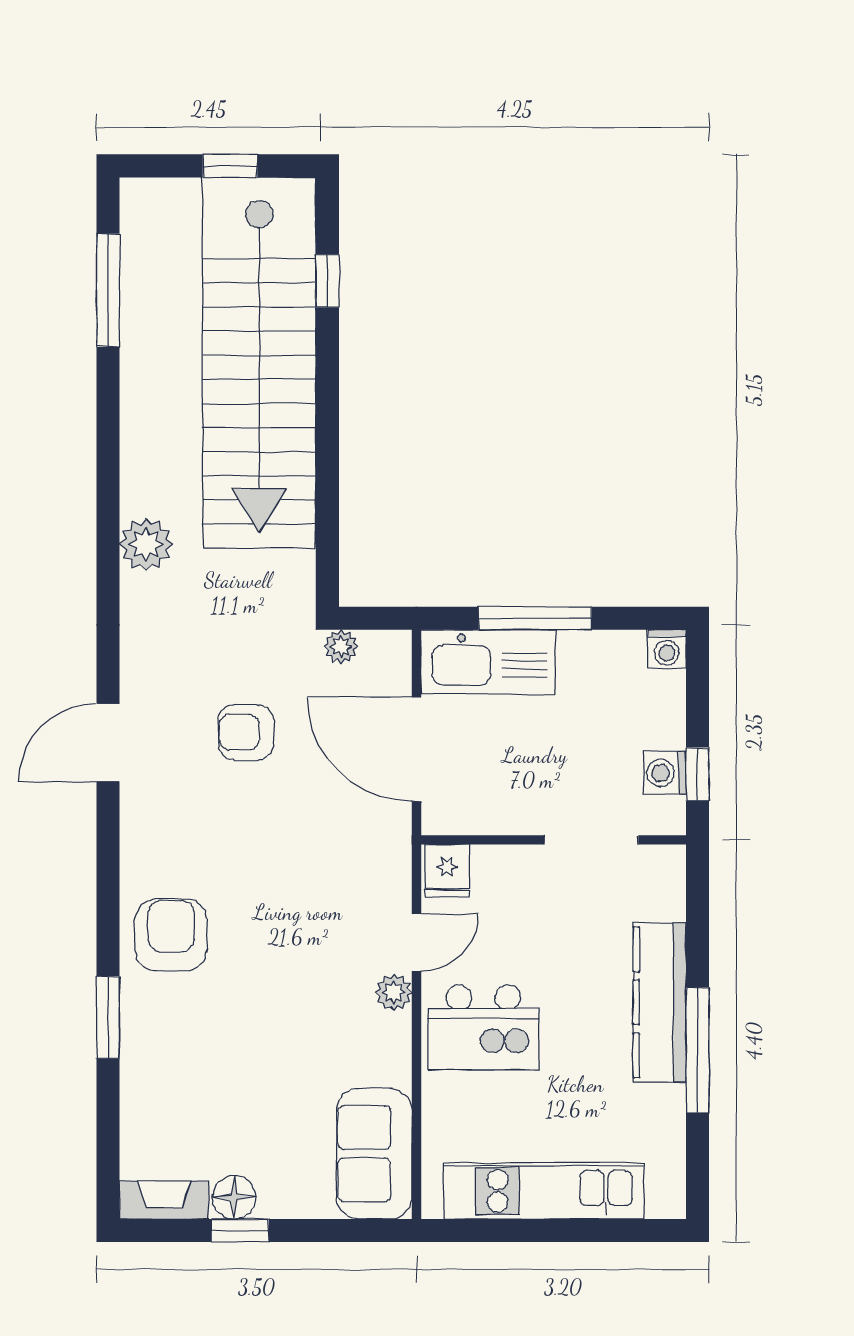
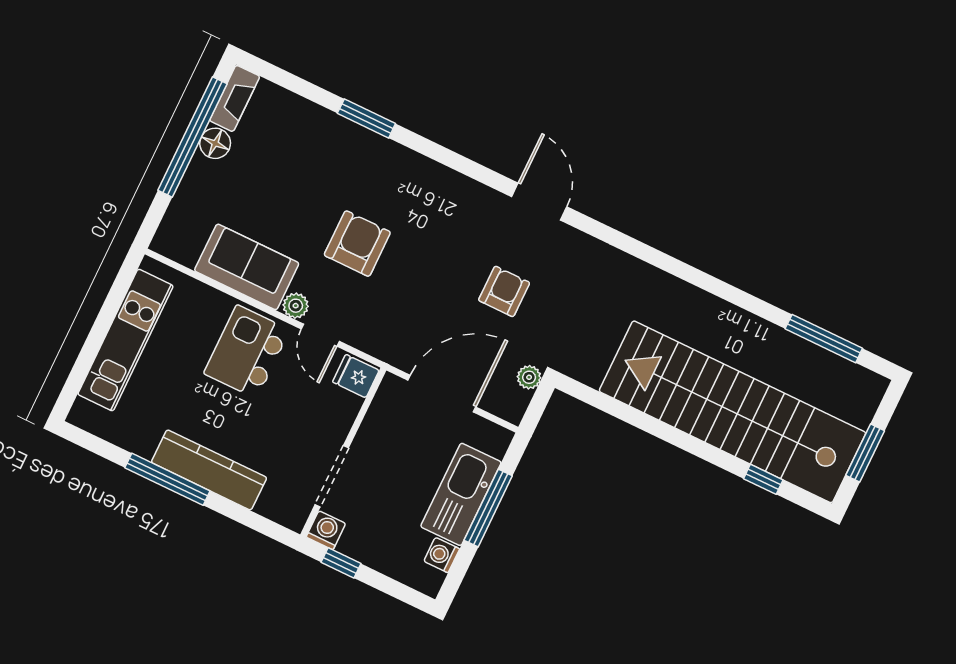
window: (230, 166) -> (865, 453), width x1.50
plant: (146, 544) -> (653, 286), removed
washing machine: (667, 649) -> (442, 555), moved
kitchen sink: (488, 662) -> (461, 494), moved
washing machine: (665, 773) -> (326, 530), moved
armchair: (171, 935) -> (357, 244), moved, turned -90
sofa: (374, 1154) -> (247, 267), moved
window: (240, 1231) -> (192, 137), width x3.17

